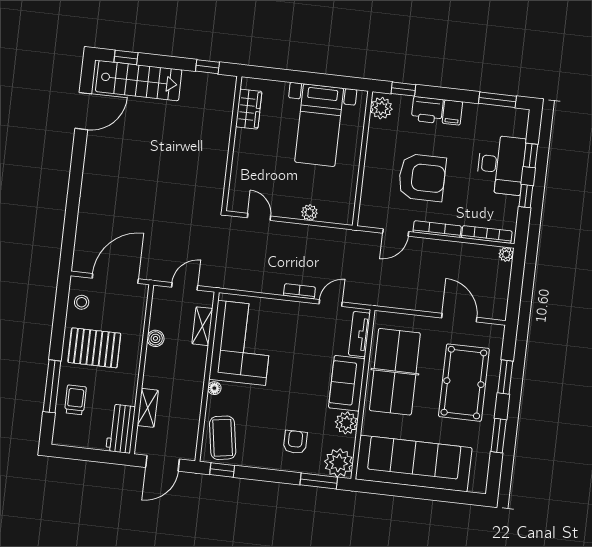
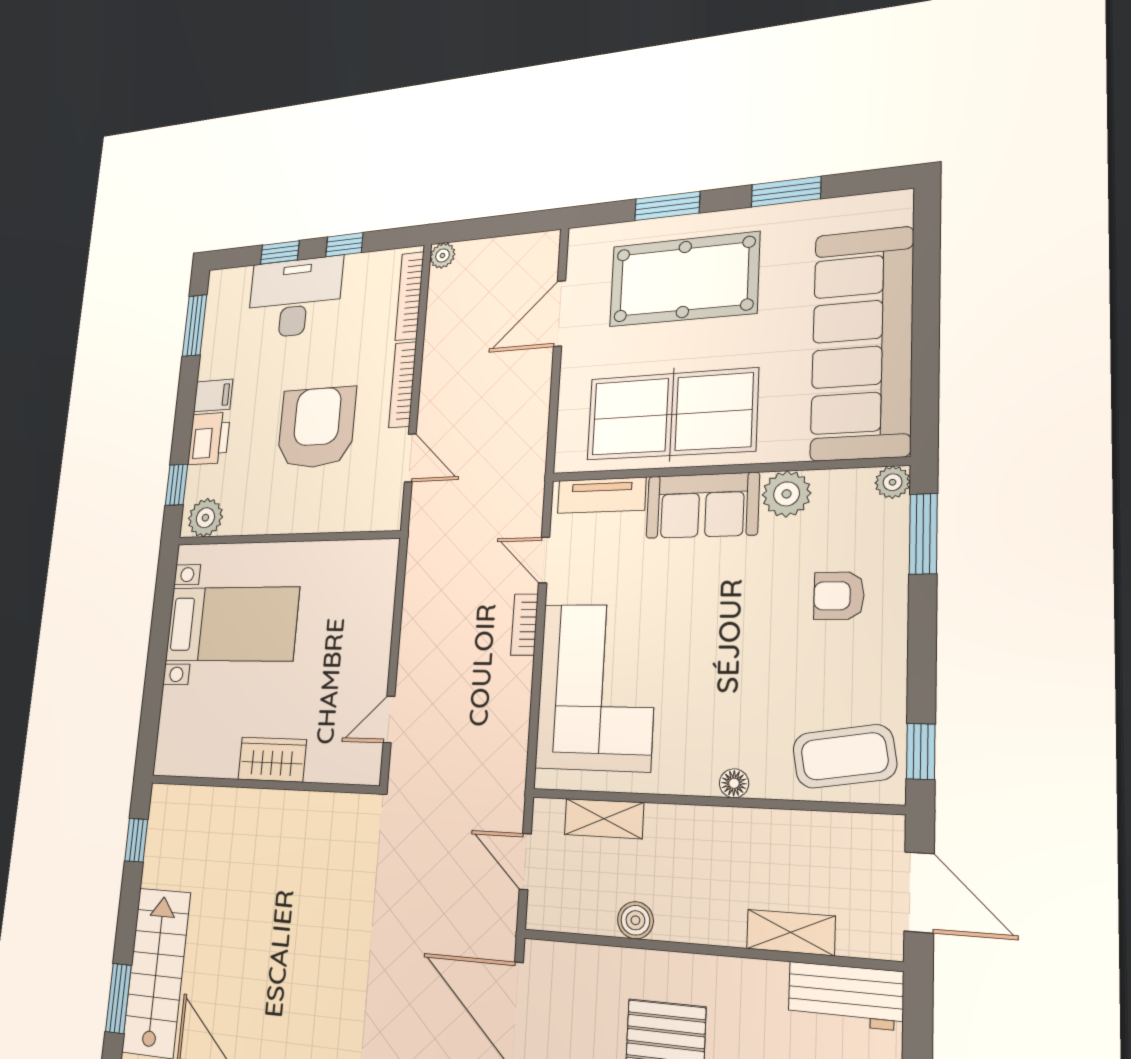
window: (126, 57) -> (118, 998), width x1.50
wardrobe: (249, 109) -> (272, 760), moved
plant: (309, 213) -> (379, 623), removed
corner sofa: (241, 343) -> (596, 687), moved, turned 90
plant: (339, 463) -> (893, 482), width x0.53, depth x0.53

